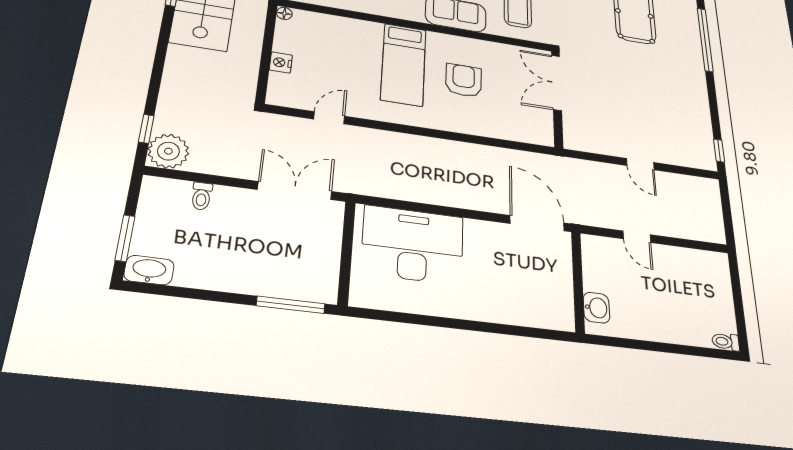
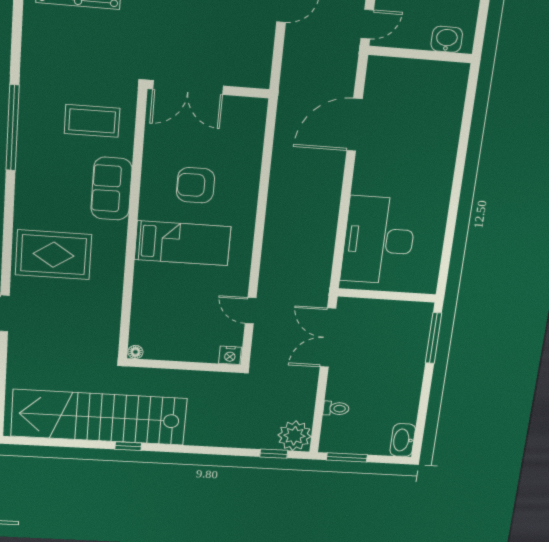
nightstand: (281, 62) -> (230, 355), moved
window: (125, 238) -> (347, 457), moved
wall: (578, 282) -> (420, 54), moved
washbasin: (596, 308) -> (447, 39), moved

